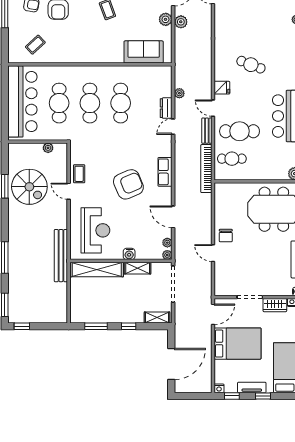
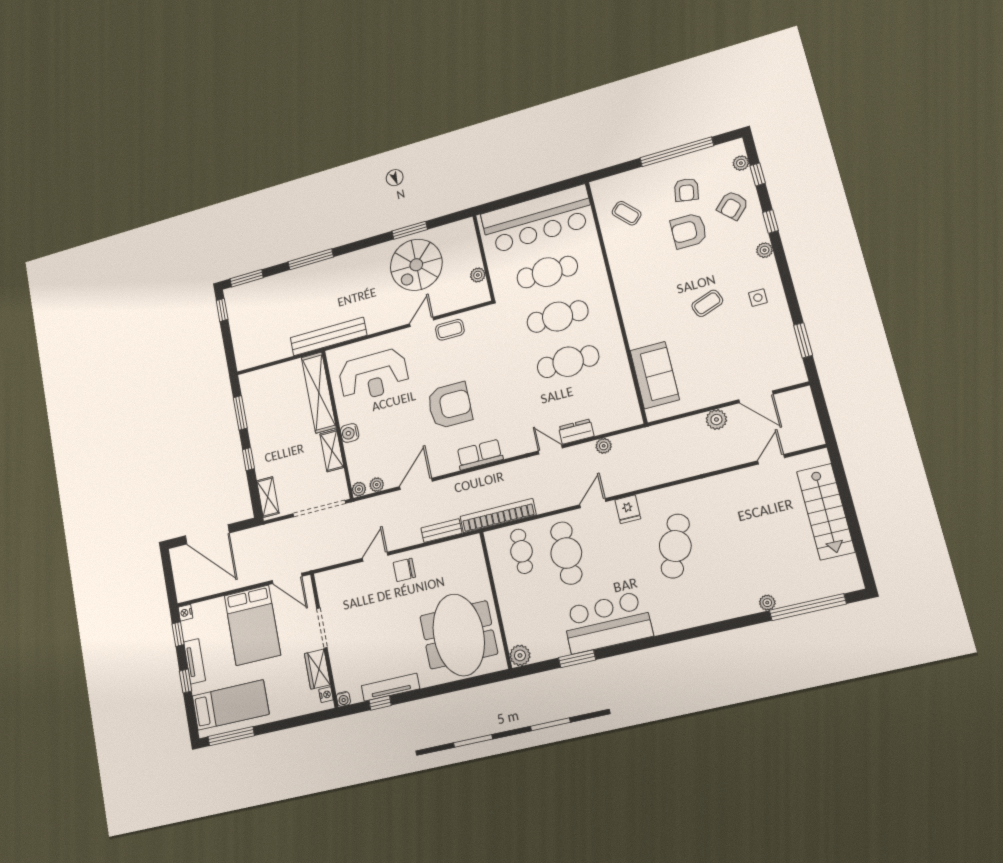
plant: (166, 19) -> (714, 395), removed
cafe table: (251, 65) -> (675, 546), width x1.37, depth x1.35
bench: (207, 131) -> (441, 531), moved
armchair: (128, 184) -> (450, 405), turned -67

